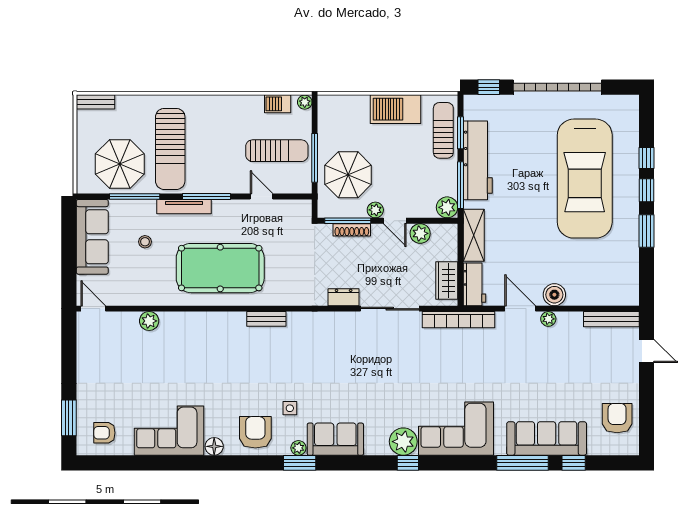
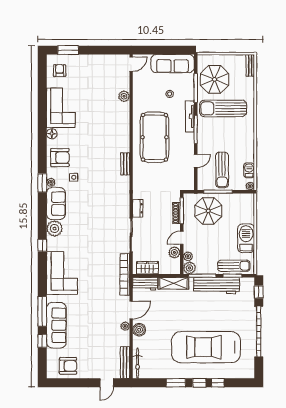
plant: (375, 210) -> (188, 256), moved
bicycle: (613, 297) -> (138, 363), added
plant: (403, 442) -> (55, 229), moved

